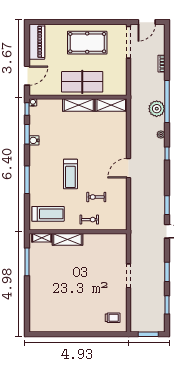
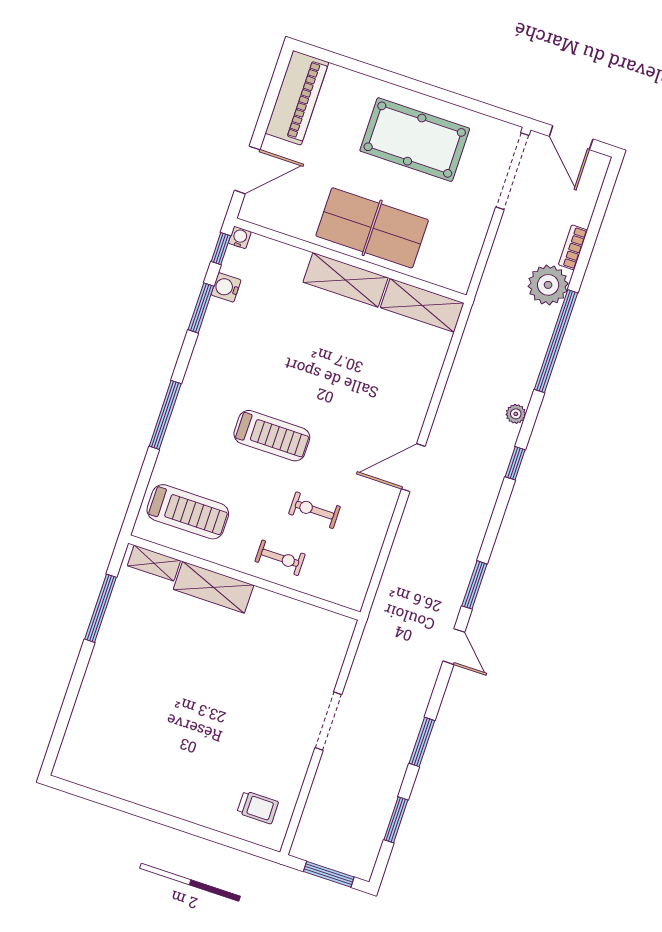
door: (147, 22) -> (571, 138), hinge flipped
plant: (157, 109) -> (548, 285), moved
water cooler: (34, 140) -> (226, 287), moved
treadmill: (70, 174) -> (272, 436), turned -90

